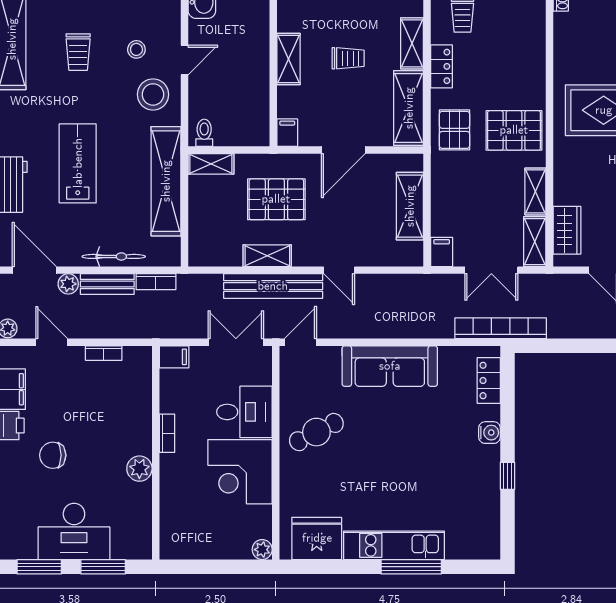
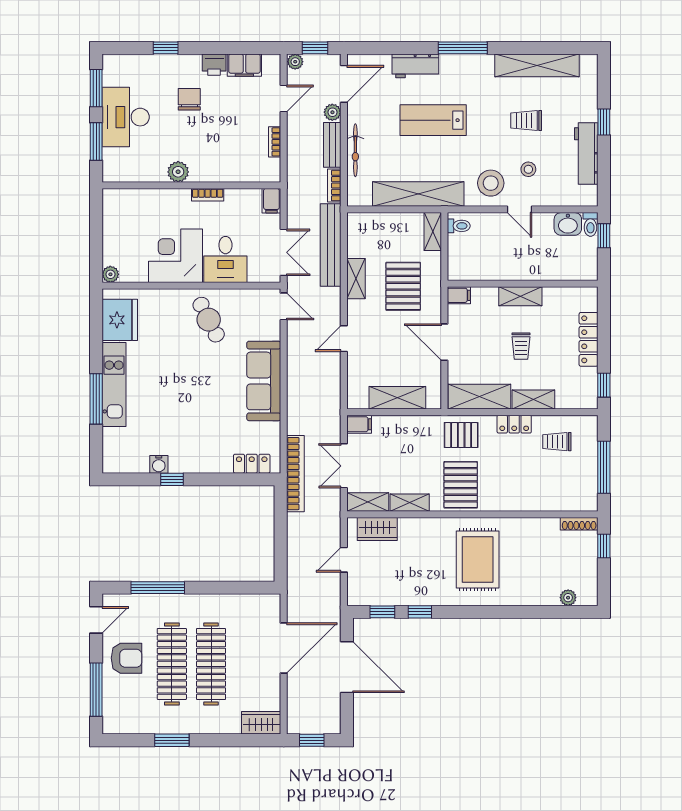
lab bench: (78, 163) -> (433, 120), turned 180
bench: (273, 286) -> (331, 245), moved
water cooler: (489, 433) -> (159, 464), moved

